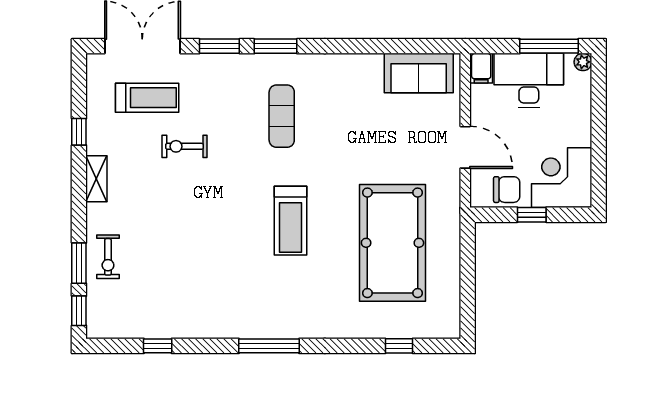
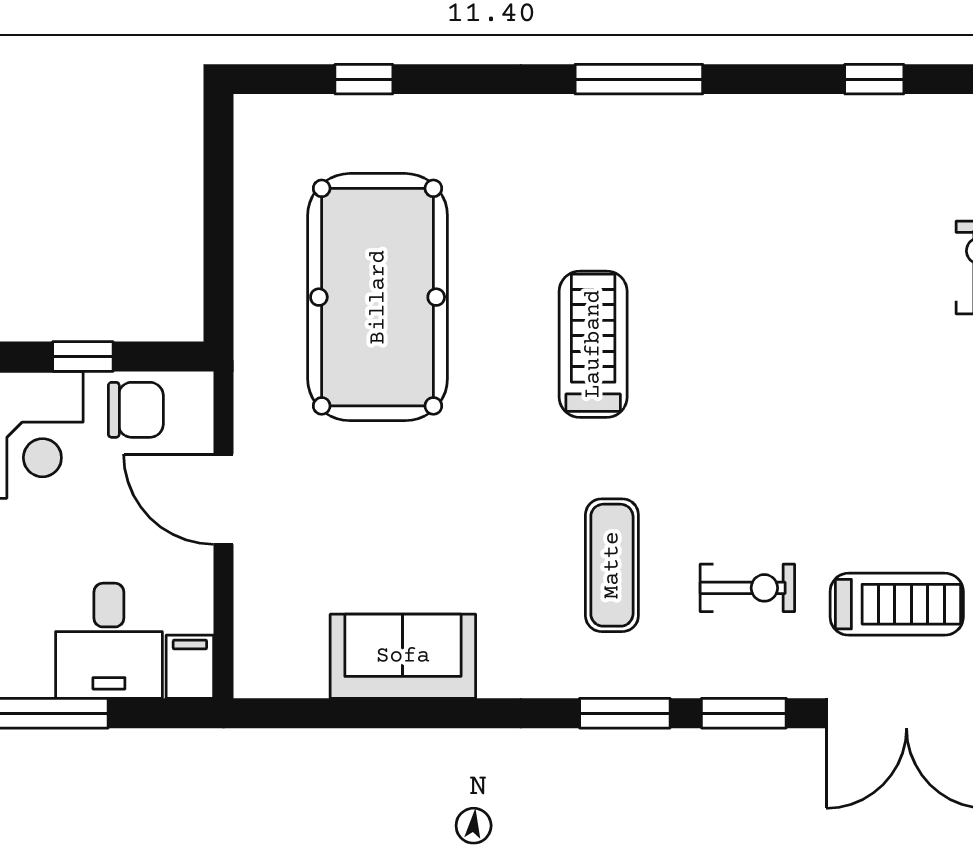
sofa: (419, 73) -> (403, 656), moved
desk: (529, 80) -> (109, 641), width x0.73
treadmill: (147, 98) -> (897, 604), turned 180
exercise bike: (184, 146) -> (747, 588), moved
chair: (507, 190) -> (136, 410), turned 180

